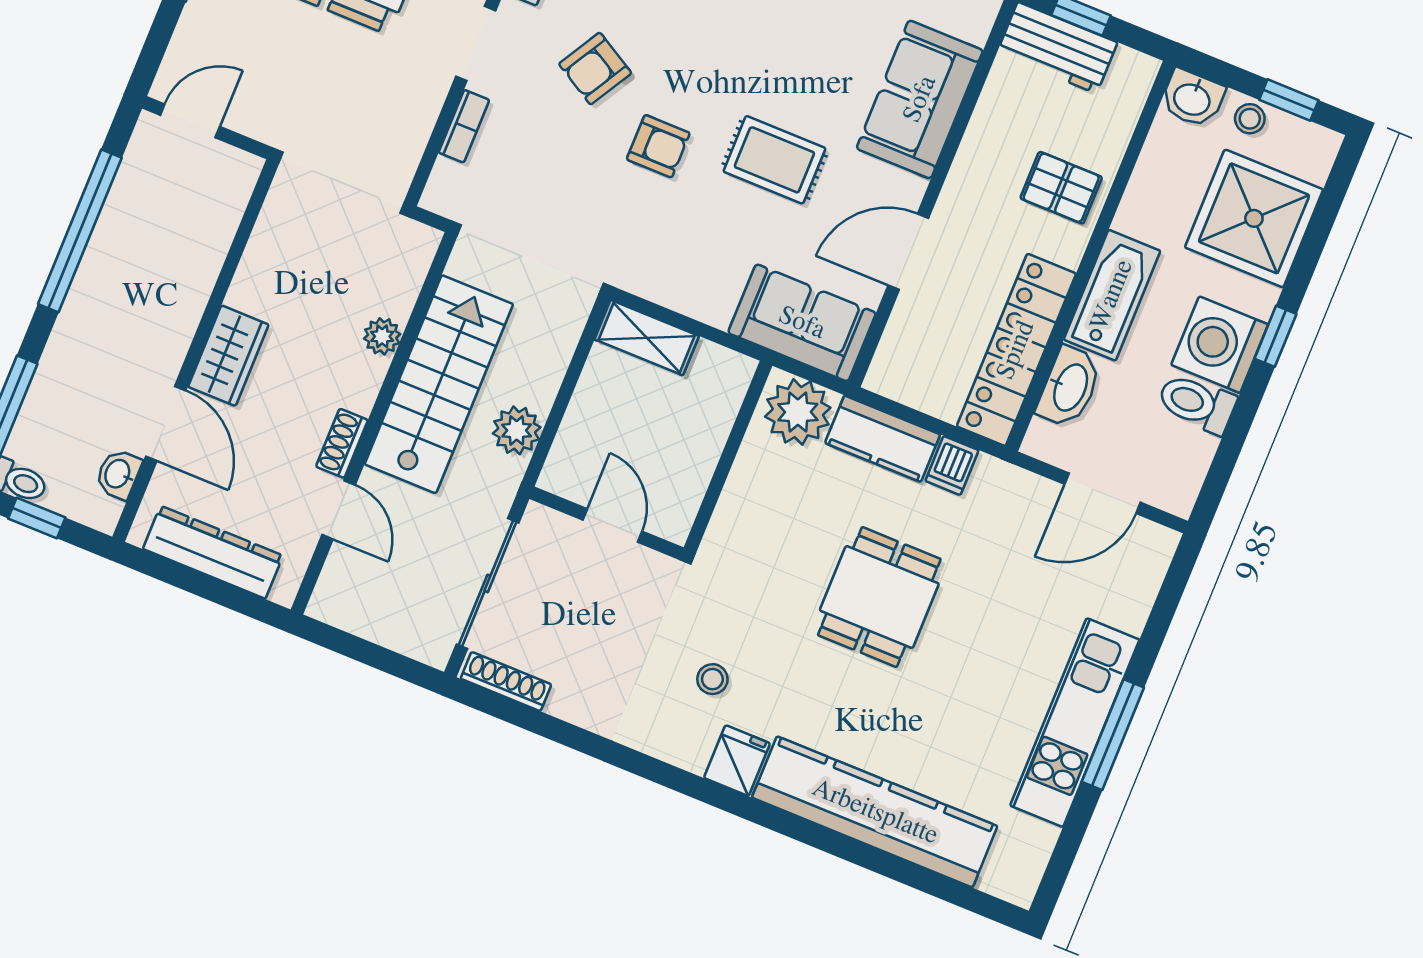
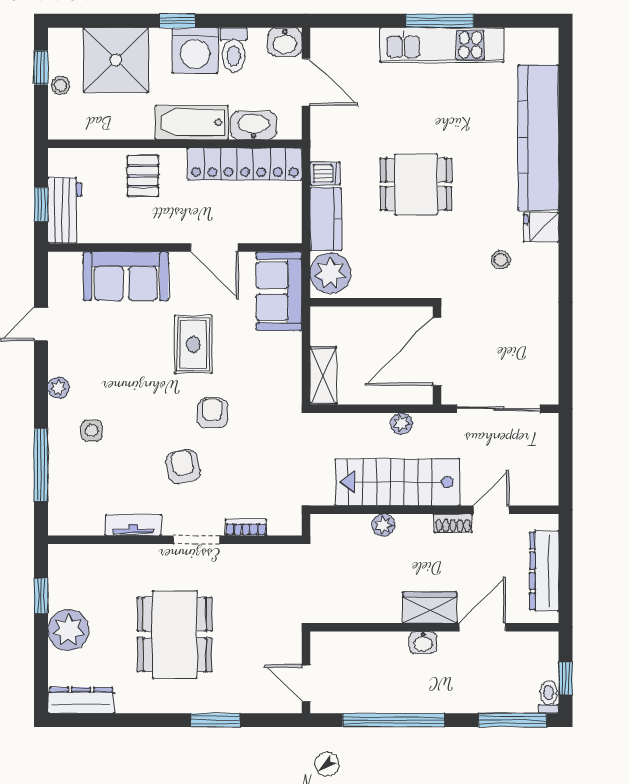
armchair: (595, 69) -> (183, 467), turned -133
washbasin: (1192, 98) -> (285, 42), moved, turned 90
plant: (517, 430) -> (401, 424), width x0.73, depth x0.73
washbasin: (118, 474) -> (423, 642), moved
door: (613, 526) -> (437, 351), width x1.88
shoe rack: (506, 681) -> (550, 376), removed

